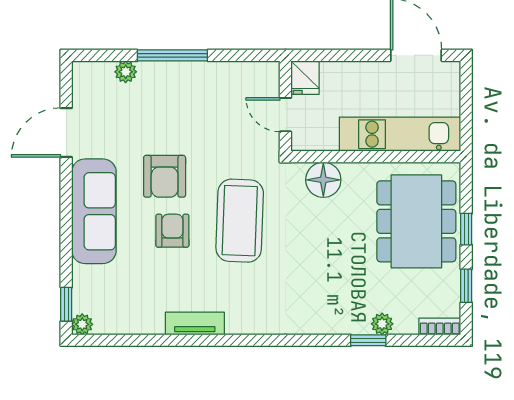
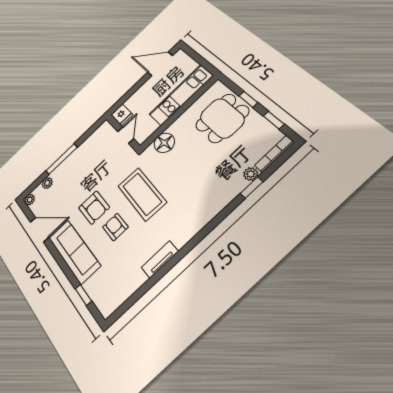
door: (285, 115) -> (126, 135), swing flipped
door: (66, 133) -> (39, 230), swing flipped
dining table: (416, 221) -> (222, 118), width x0.73
window: (66, 304) -> (83, 295), moved
plant: (82, 324) -> (30, 200), moved
bookcase: (440, 326) -> (274, 154), width x1.56

